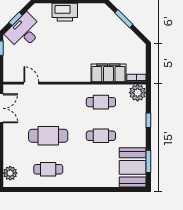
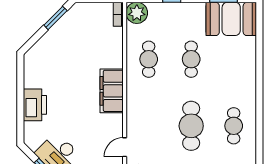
window: (124, 19) -> (55, 18), moved
filing cabinet: (108, 73) -> (112, 91), moved

